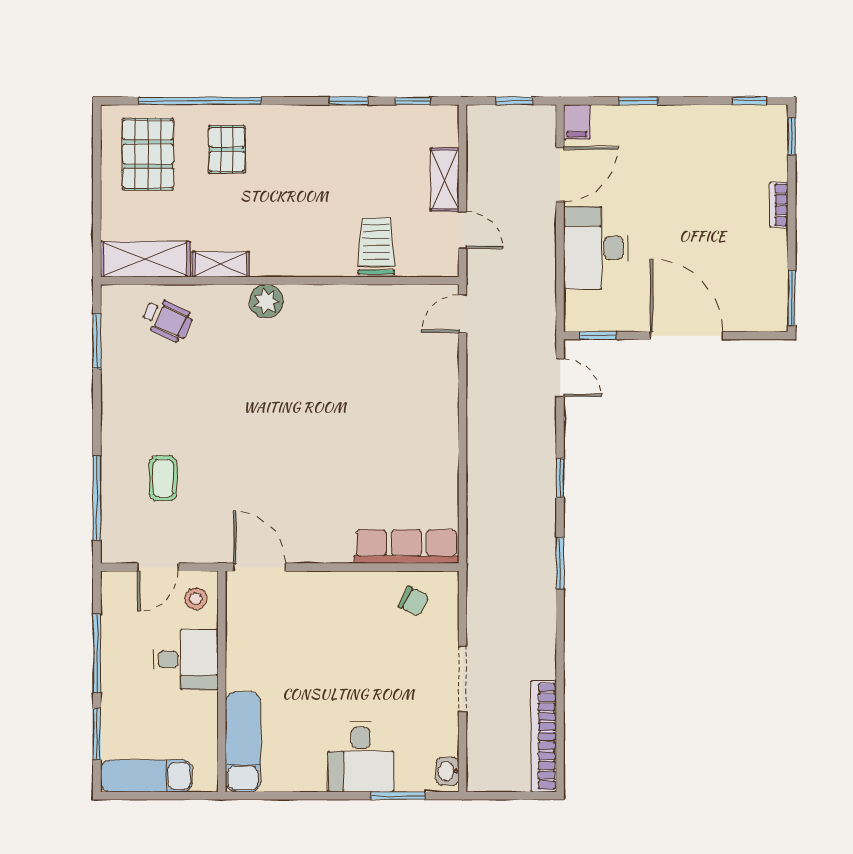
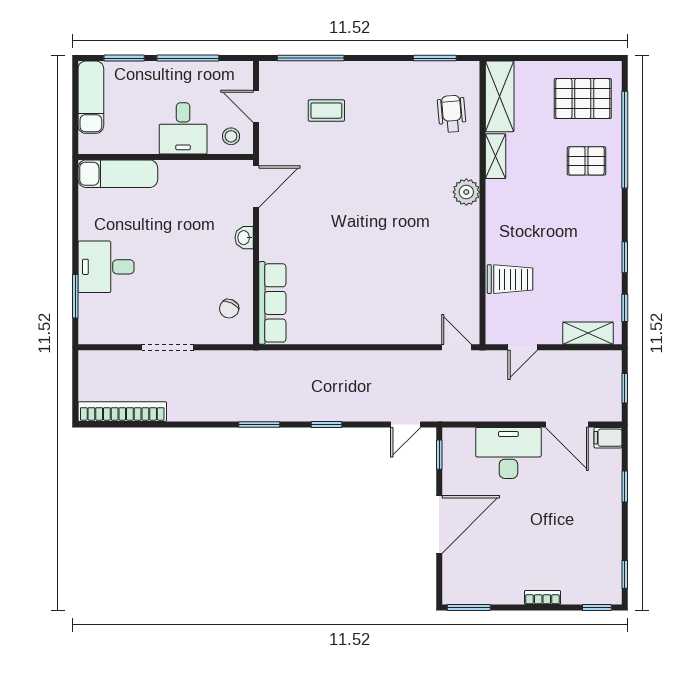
shelving: (445, 180) -> (588, 333), moved
wheelchair: (167, 320) -> (452, 114), turned 150
washbasin: (447, 771) -> (244, 238), moved, turned -90

